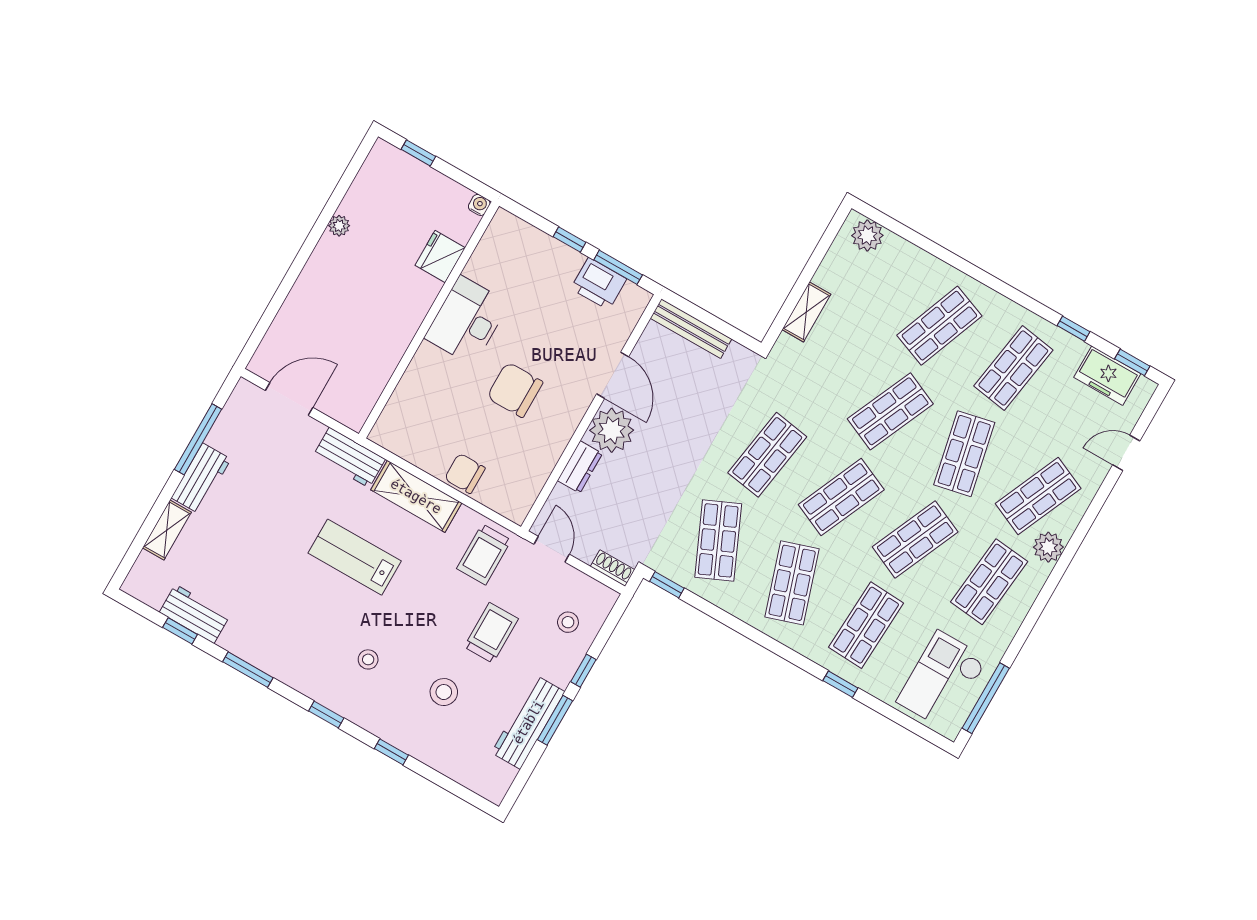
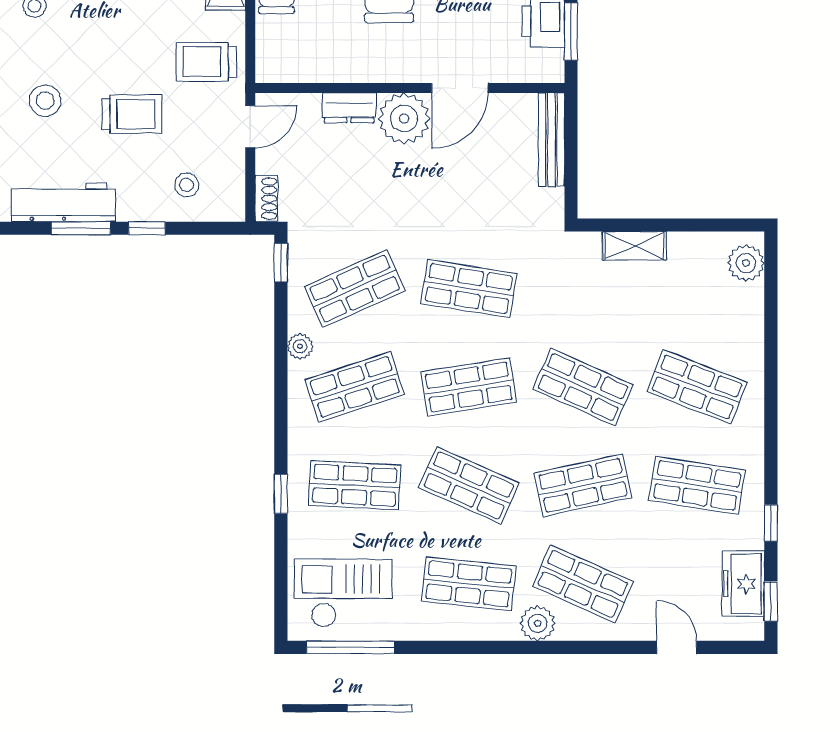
shop shelf: (841, 497) -> (469, 387), turned -33
plant: (738, 606) -> (300, 346), added

